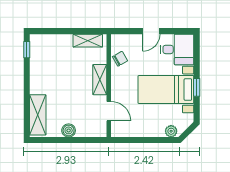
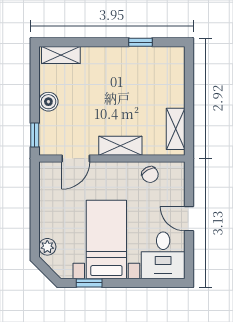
window: (27, 50) -> (141, 42), moved
window: (197, 87) -> (89, 283), moved
shelving: (38, 115) -> (61, 55), width x0.67, depth x0.75
window: (92, 140) -> (35, 135), added

